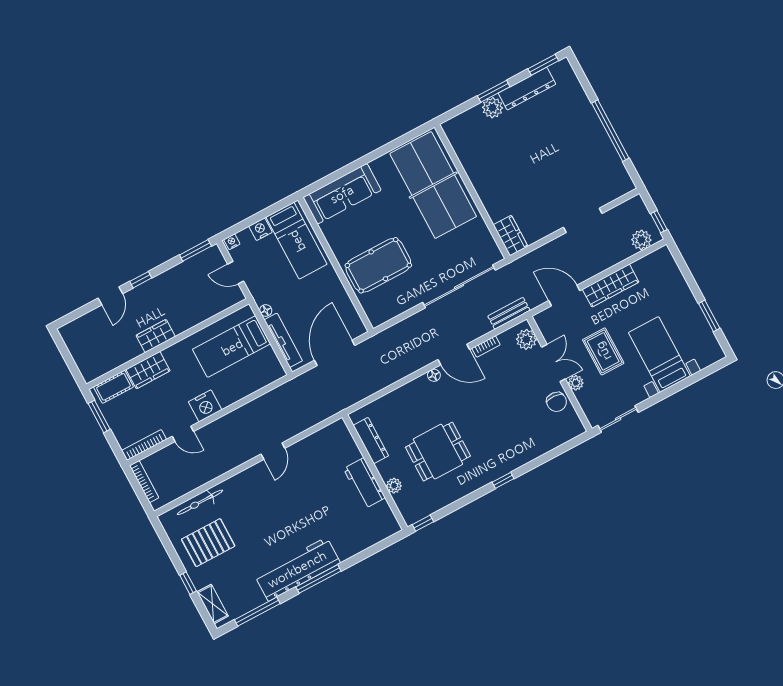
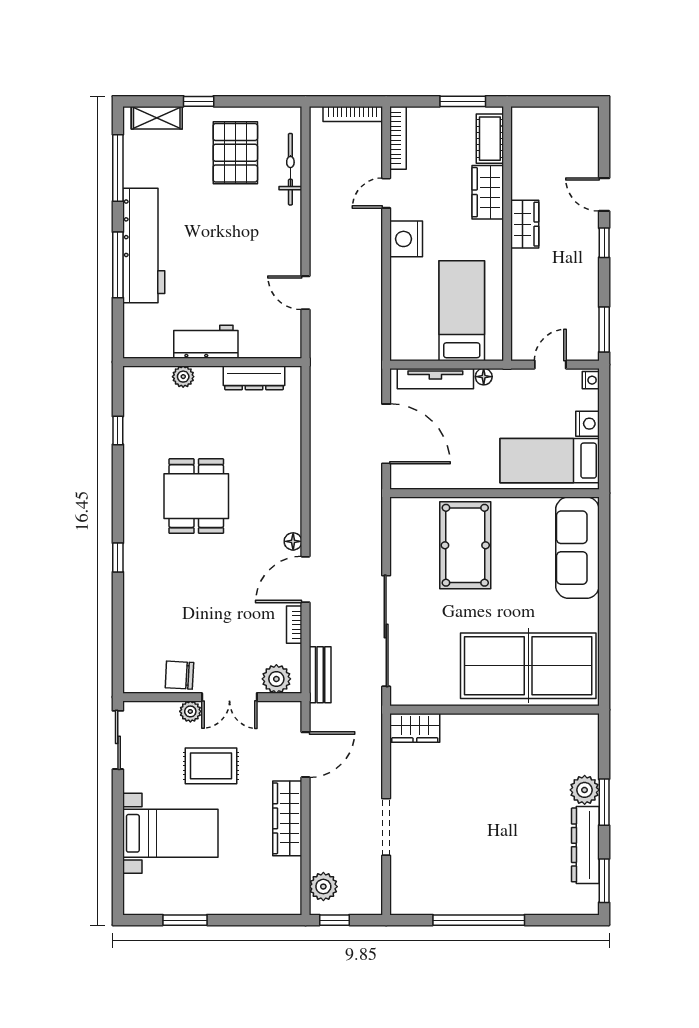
dresser: (371, 441) -> (254, 378), moved
wall: (375, 472) -> (212, 362), moved
workbench: (364, 483) -> (206, 342), moved
plant: (394, 486) -> (183, 377), moved

